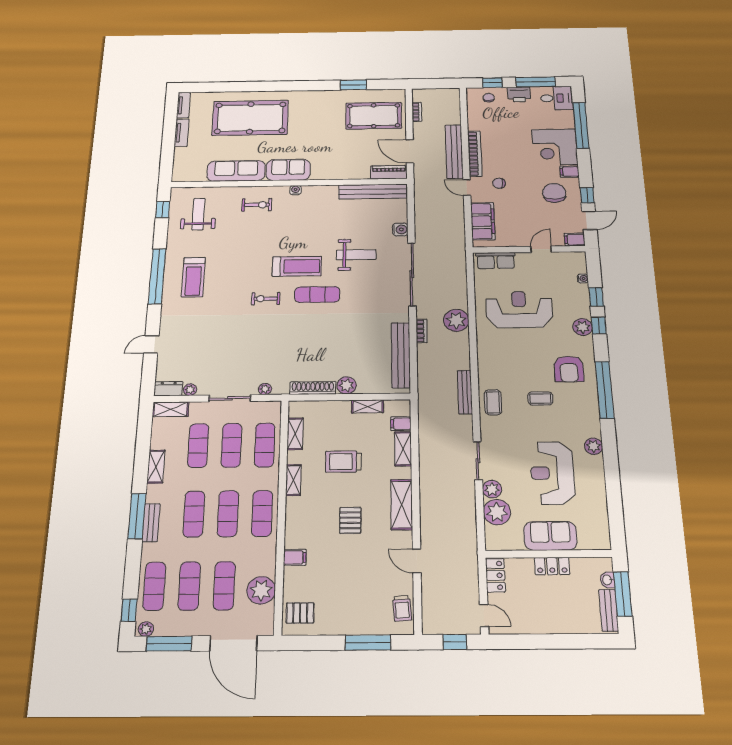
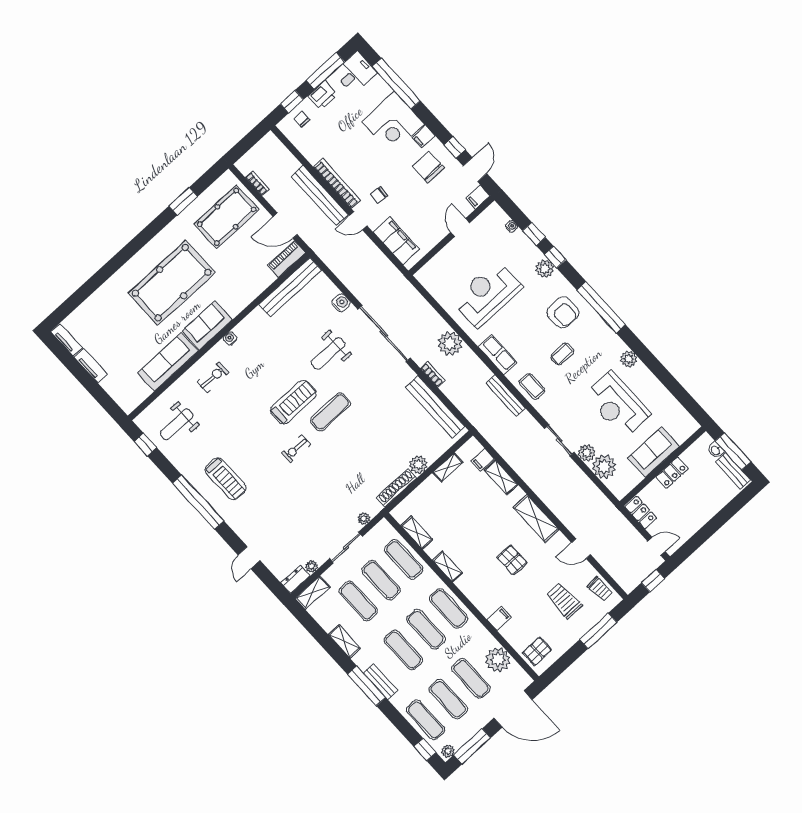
pool table: (250, 118) -> (172, 283), moved
weight bench: (198, 214) -> (177, 424), turned -90
weight bench: (356, 255) -> (328, 354), turned 180
row of seats: (496, 261) -> (498, 355), moved, turned -90
trolley: (343, 462) -> (564, 600), moved, turned 90

